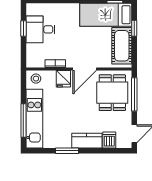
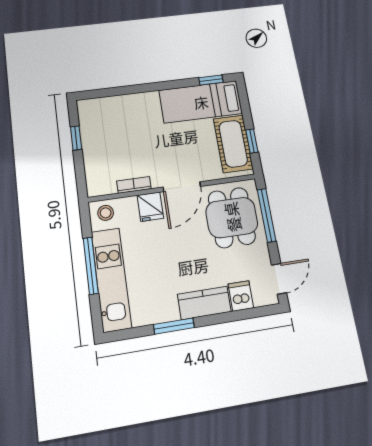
window: (134, 28) -> (252, 141), moved
desk: (40, 29) -> (103, 136), removed
window: (23, 121) -> (91, 266), moved

